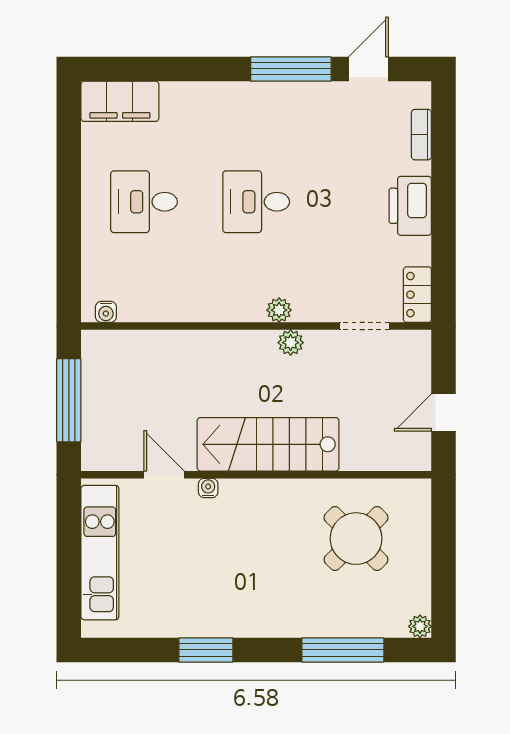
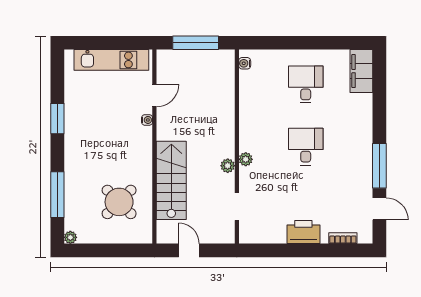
locker: (417, 295) -> (254, 236), removed
stairs: (268, 444) -> (171, 180), moved

